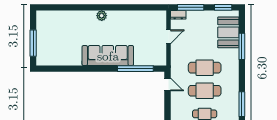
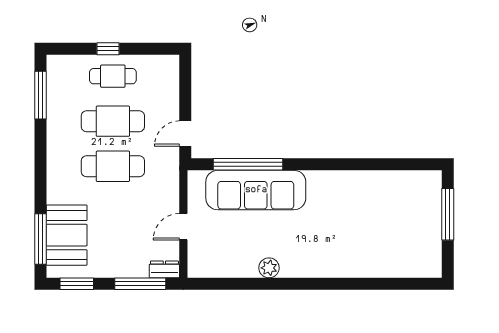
plant: (102, 16) -> (269, 268), moved
window: (242, 46) -> (40, 239), moved
sofa: (108, 56) -> (256, 190), moved
door: (168, 84) -> (185, 133), hinge flipped

